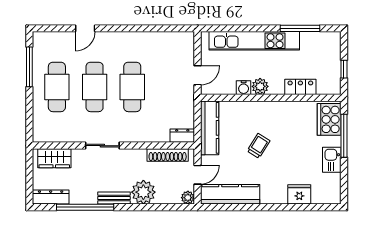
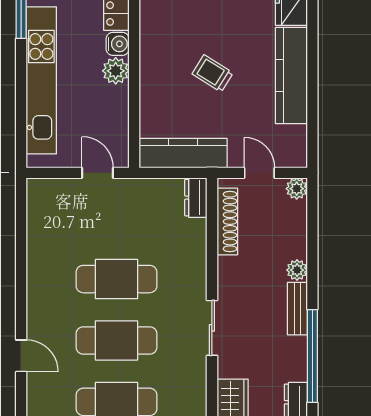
water cooler: (244, 88) -> (118, 44), moved
plant: (143, 192) -> (297, 270), width x0.53, depth x0.53
kitchen counter: (230, 194) -> (291, 76), moved

